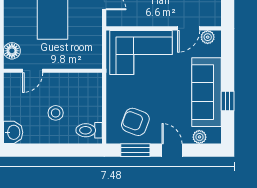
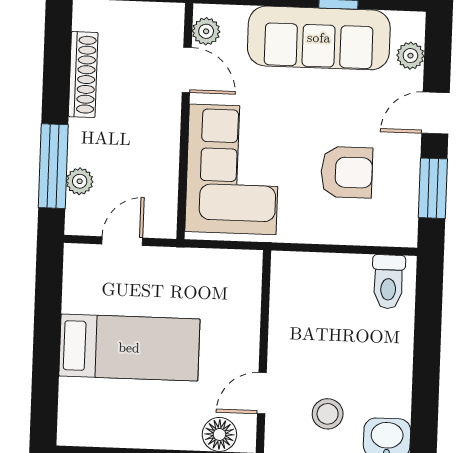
door: (33, 71) -> (262, 393), swing flipped
stool: (56, 113) -> (328, 414), moved
armchair: (135, 122) -> (347, 172), moved, turned -111

